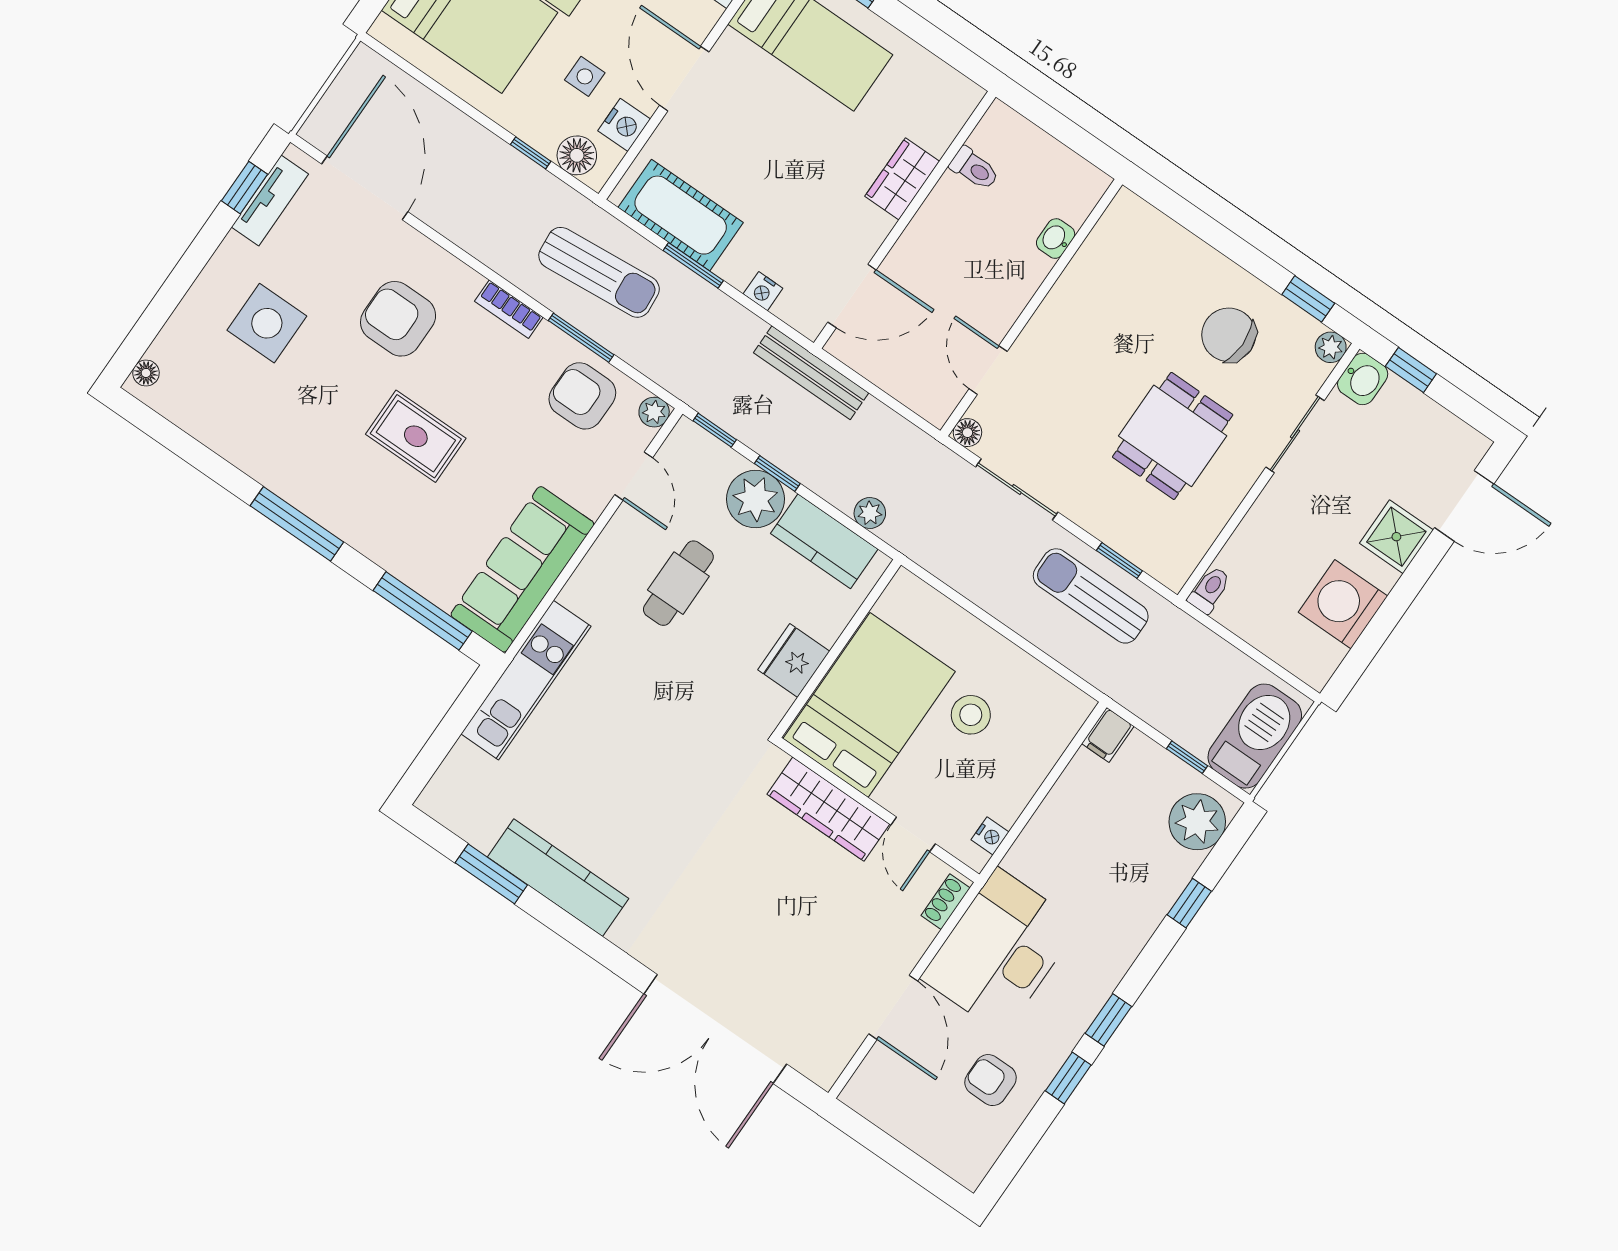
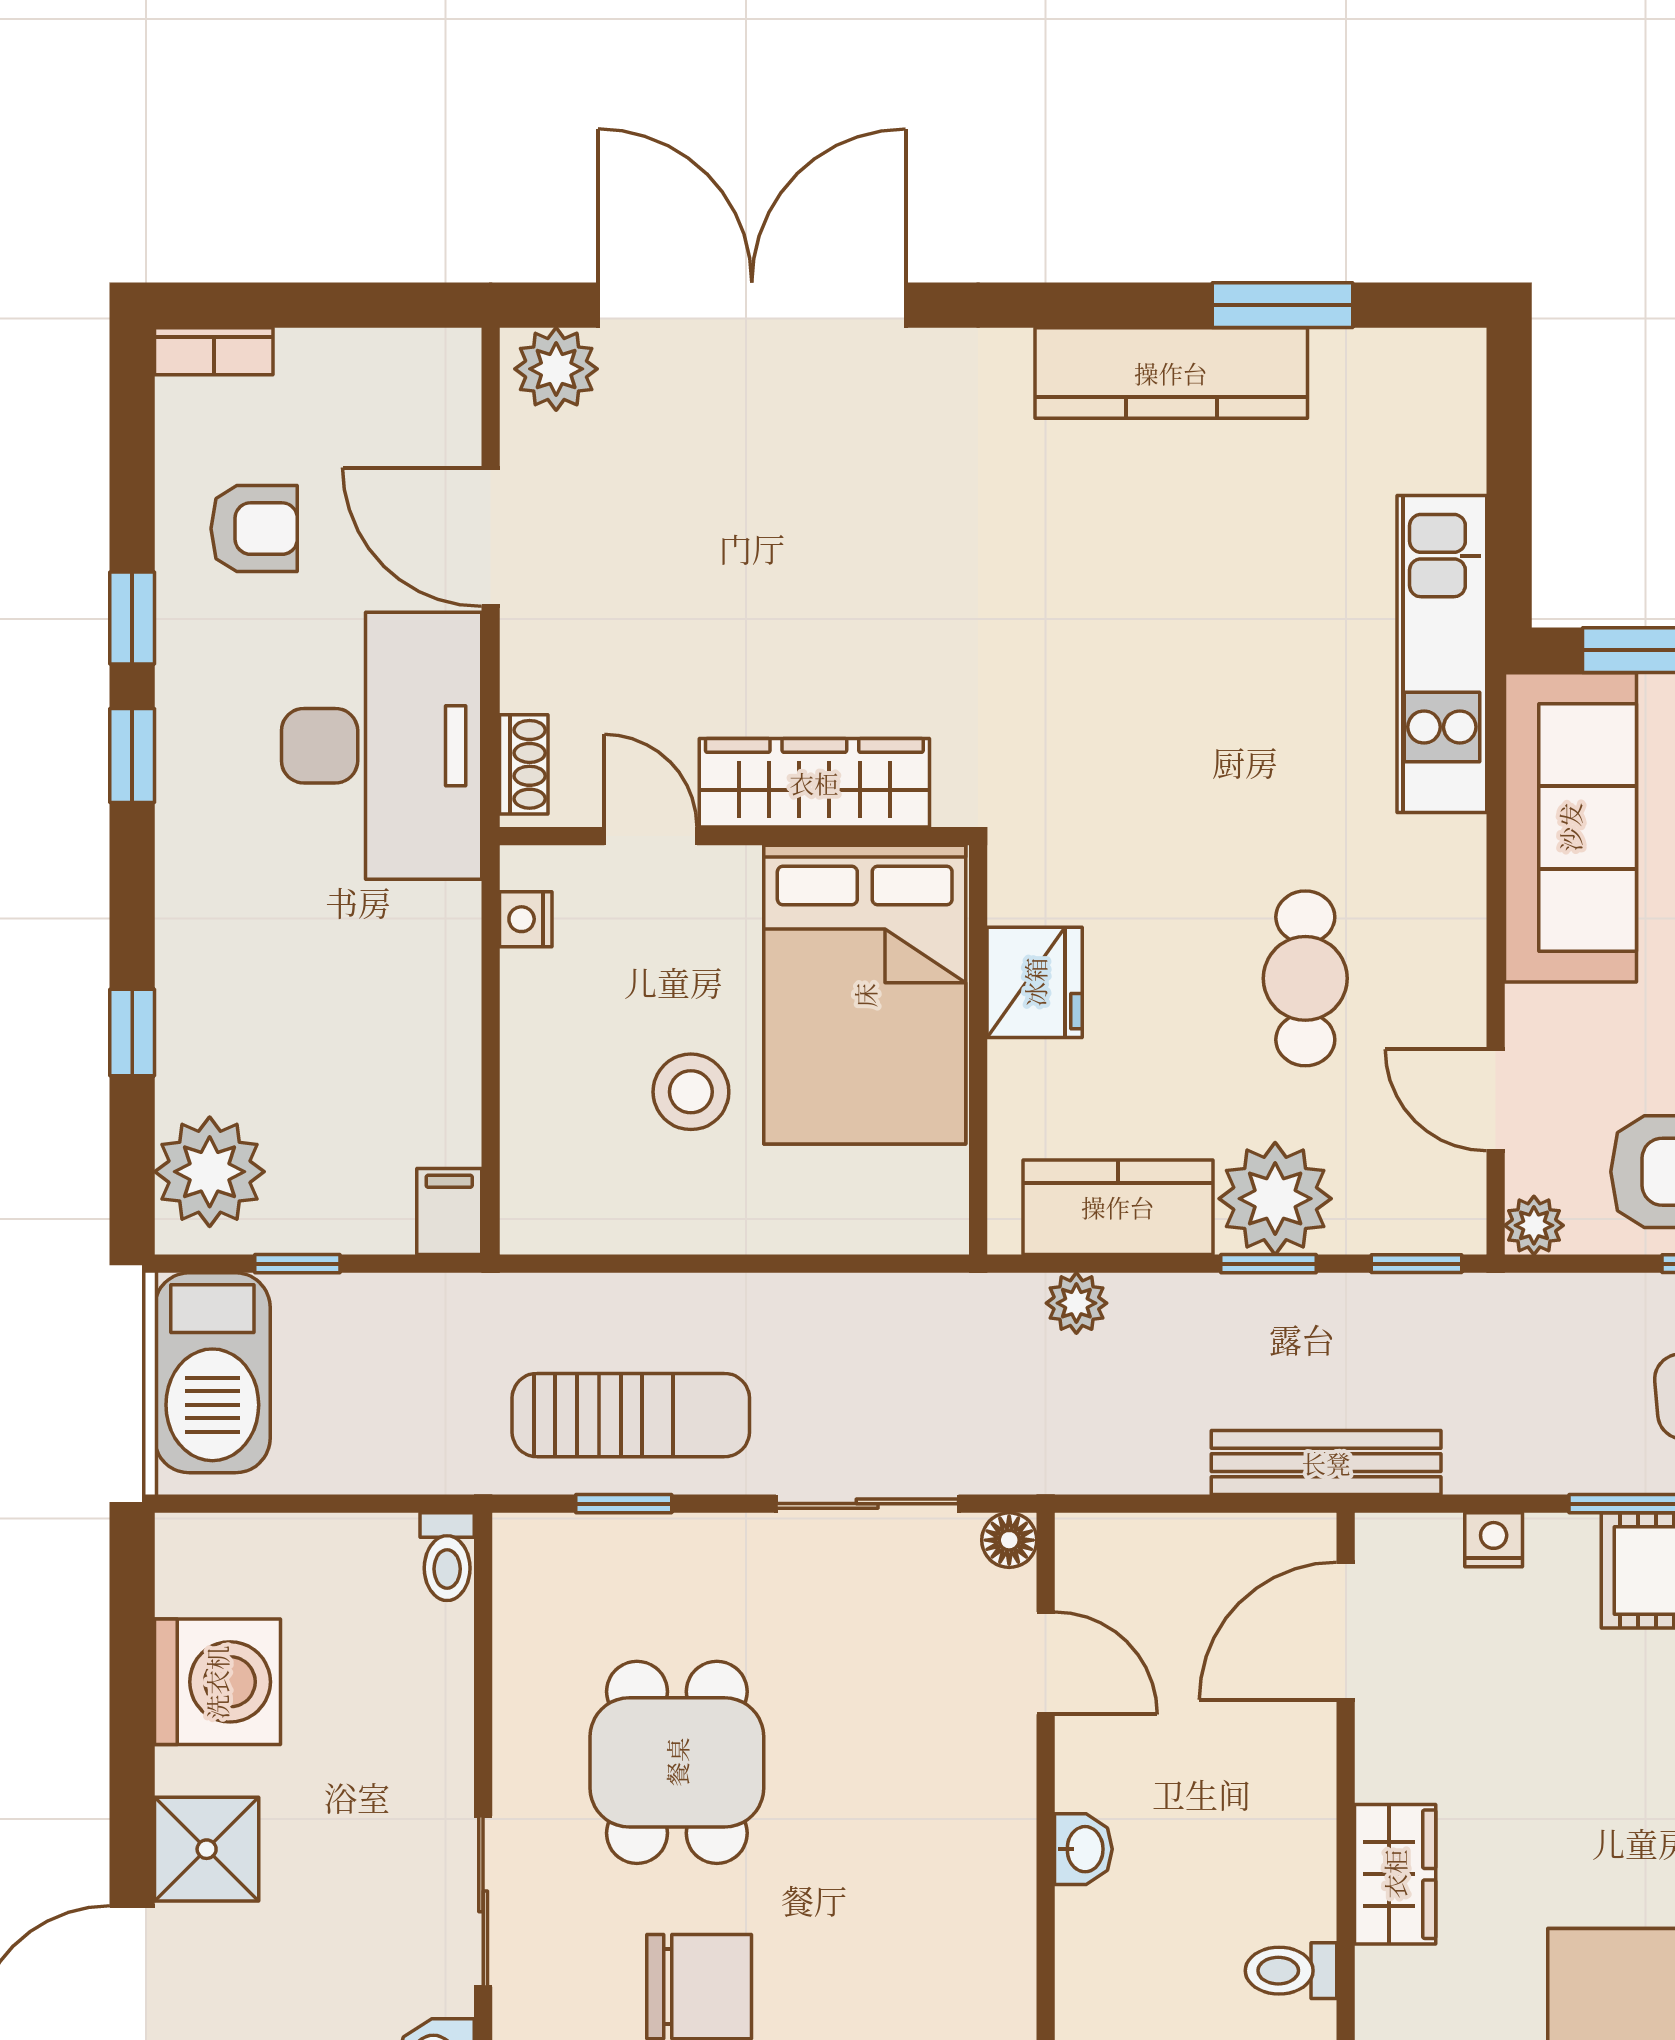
washbasin: (1056, 239) -> (1083, 1849), moved
plant: (816, 1059) -> (556, 369), added
bookcase: (956, 1167) -> (214, 351), added

